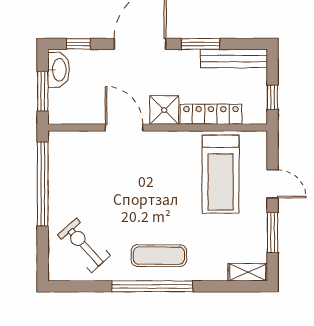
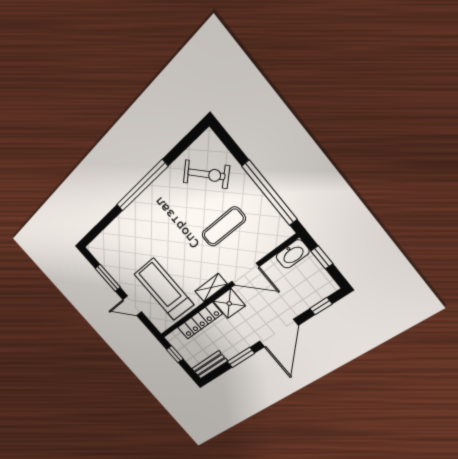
bench: (234, 59) -> (209, 365), width x0.73
washbasin: (59, 70) -> (293, 254), moved, turned -90
window: (43, 91) -> (322, 257), width x0.67
exercise mat: (159, 256) -> (224, 227), moved
shelving: (248, 272) -> (211, 288), moved

